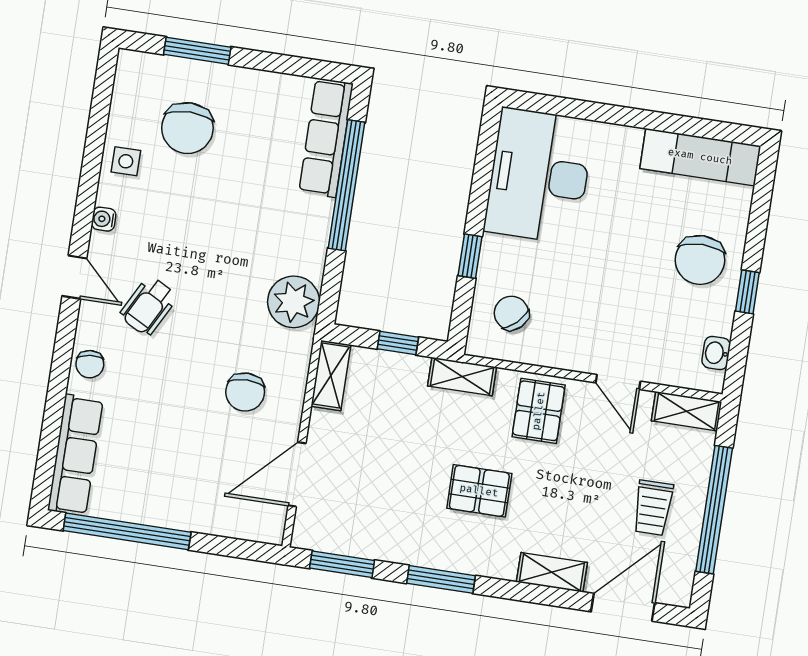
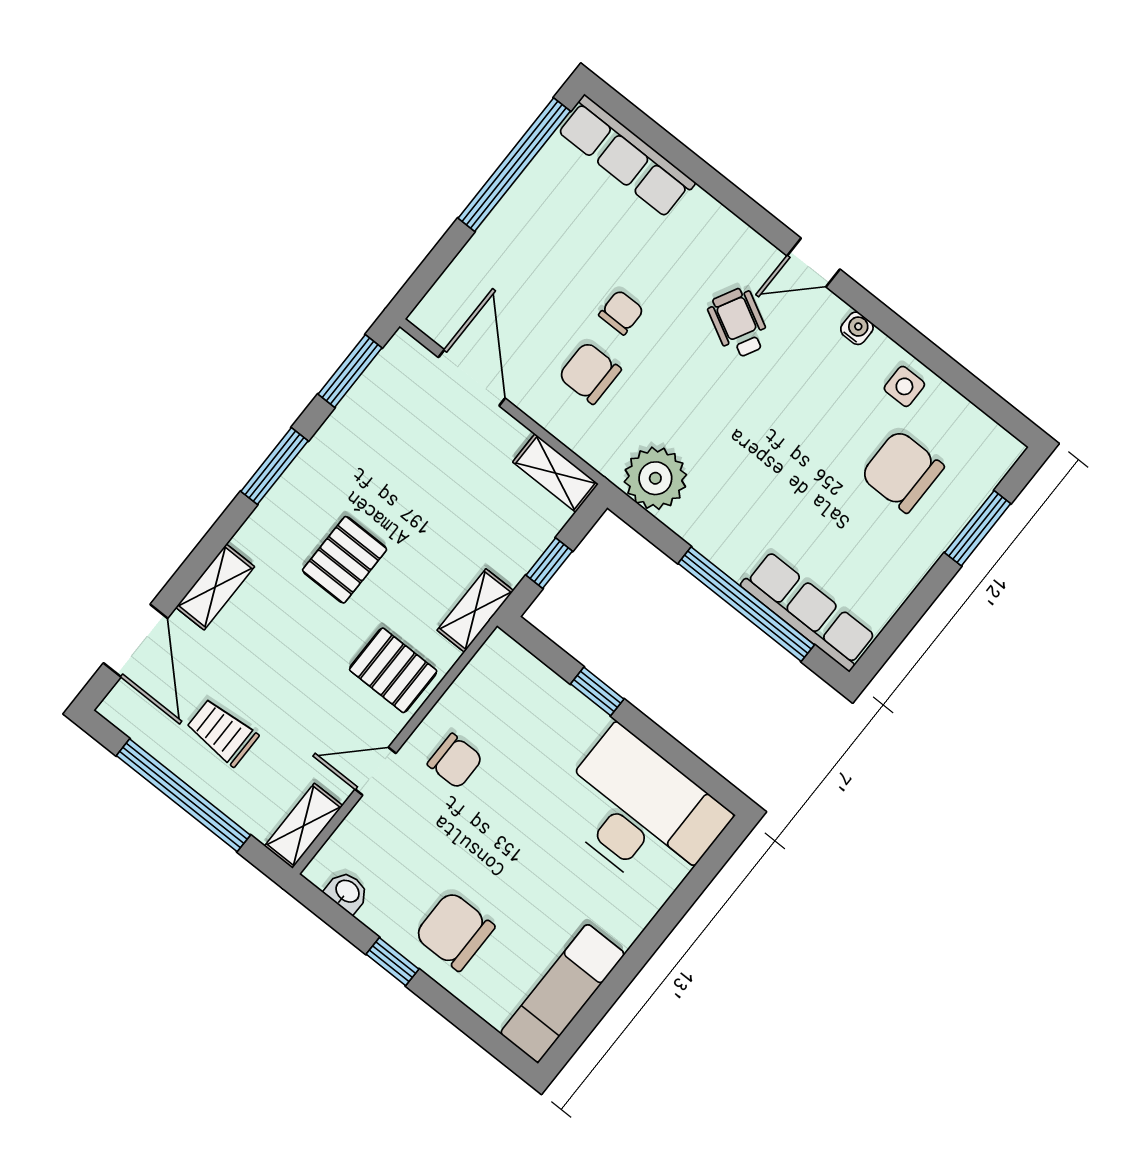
chair: (511, 313) -> (455, 761), moved, turned 44
chair: (90, 364) -> (621, 312), moved, turned 96

